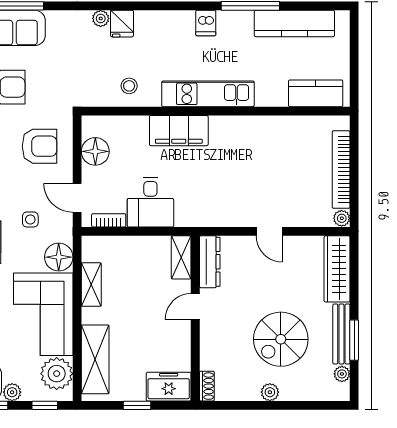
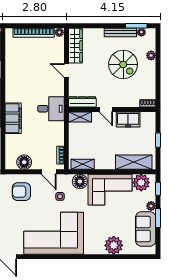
armchair: (39, 146) -> (21, 192), turned -90
door: (77, 198) -> (49, 172), hinge flipped
desk: (150, 202) -> (51, 109), moved
door: (269, 231) -> (66, 71), swing flipped
wardrobe: (337, 269) -> (75, 46), moved, turned -90
shelving: (91, 285) -> (83, 164), moved
window: (354, 340) -> (136, 26), moved
freezer: (169, 387) -> (128, 119), moved, turned -90
plant: (270, 392) -> (151, 55), moved

